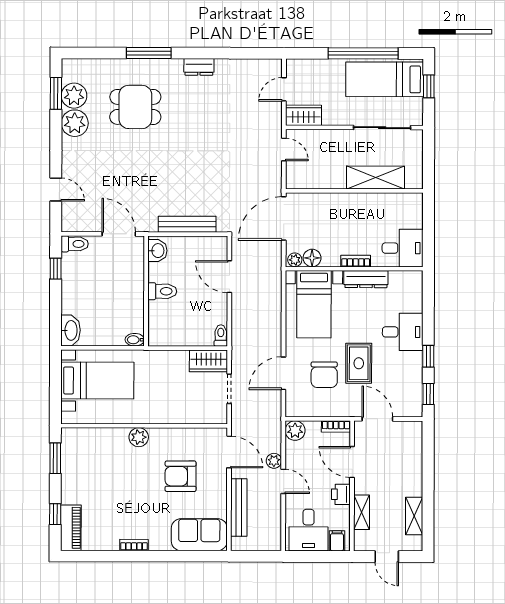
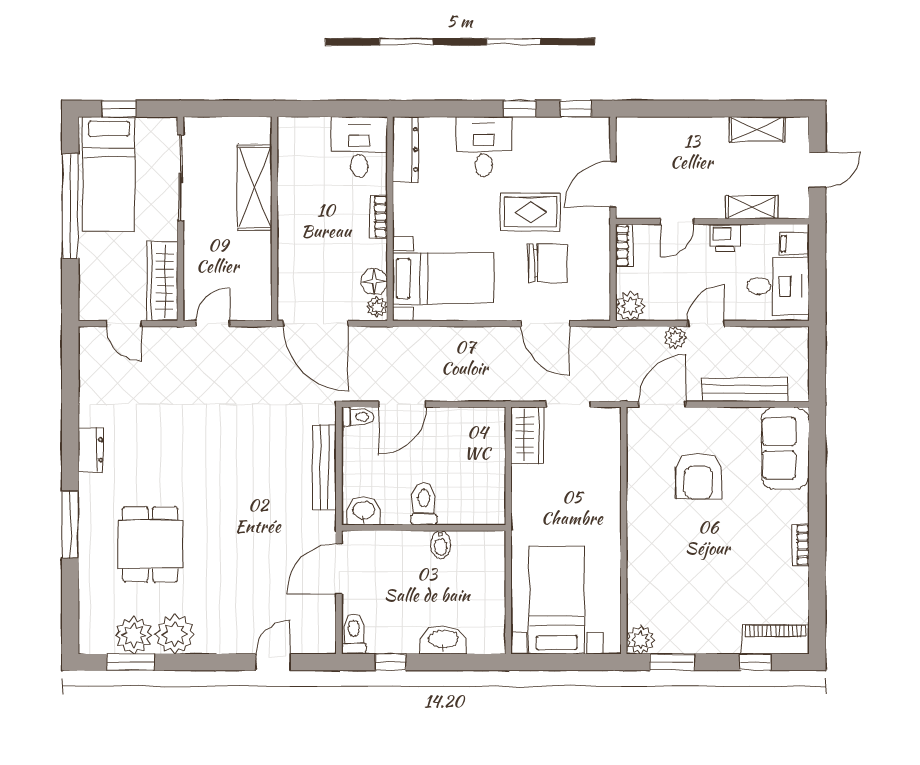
wardrobe: (304, 115) -> (162, 281), width x1.50
dresser: (366, 279) -> (405, 149), moved
washbasin: (70, 330) -> (443, 640), moved
toilet: (221, 335) -> (358, 417), moved, turned 180
bidet: (135, 340) -> (441, 545), moved
plant: (139, 437) -> (641, 640), moved
door: (352, 462) -> (677, 221), width x0.73

